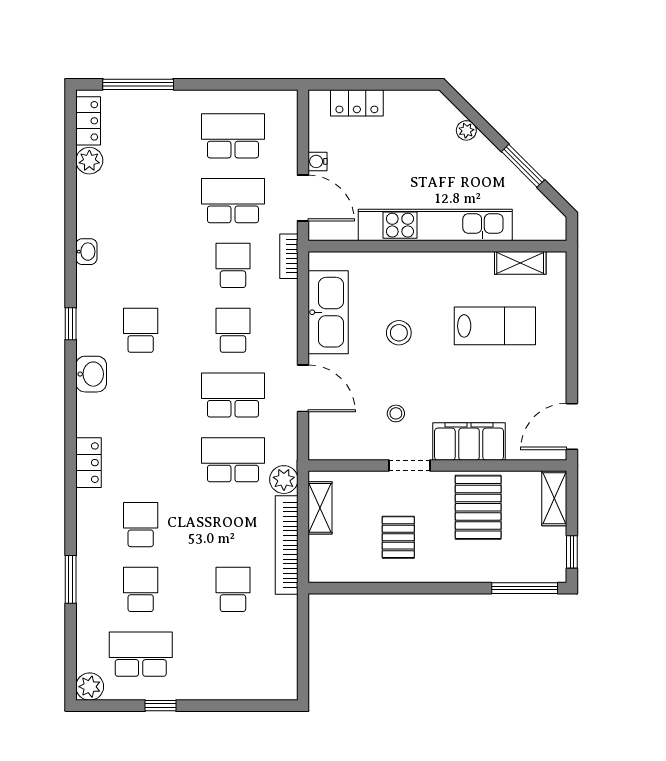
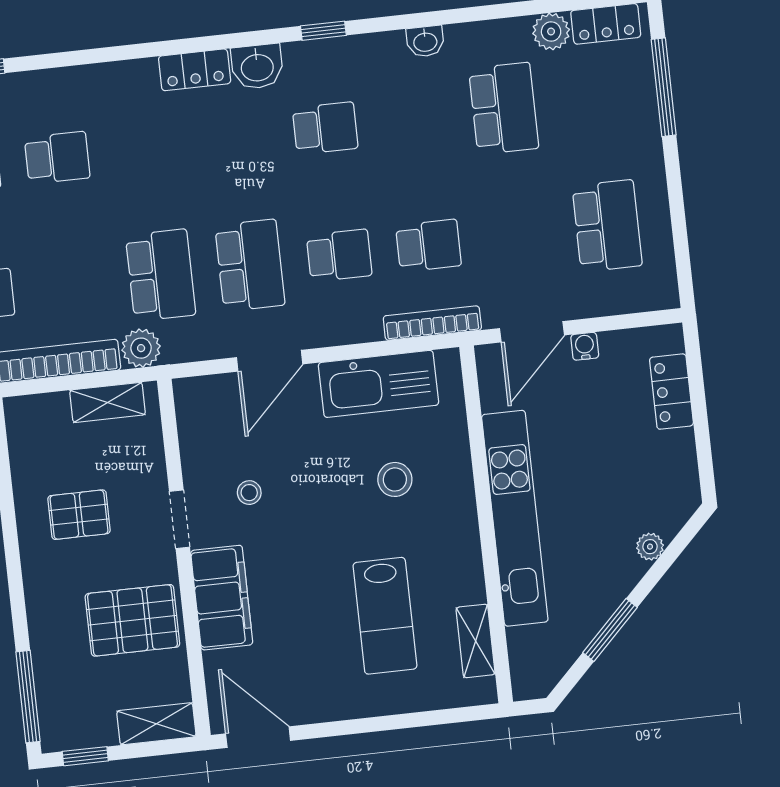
school desk: (233, 201) -> (504, 108), moved
bookcase: (289, 256) -> (432, 323), width x1.56
stool: (399, 333) -> (395, 479), moved
locker: (89, 463) -> (195, 70), moved

